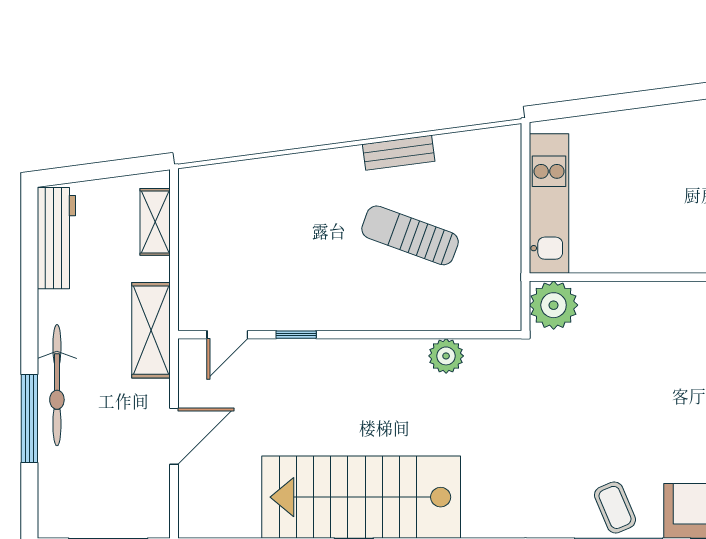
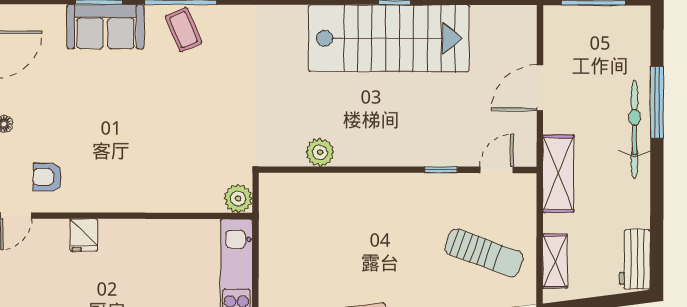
sun lounger: (410, 235) -> (484, 253), moved
workbench: (56, 238) -> (635, 259), width x0.73
plant: (554, 305) -> (238, 198), width x0.73, depth x0.73

